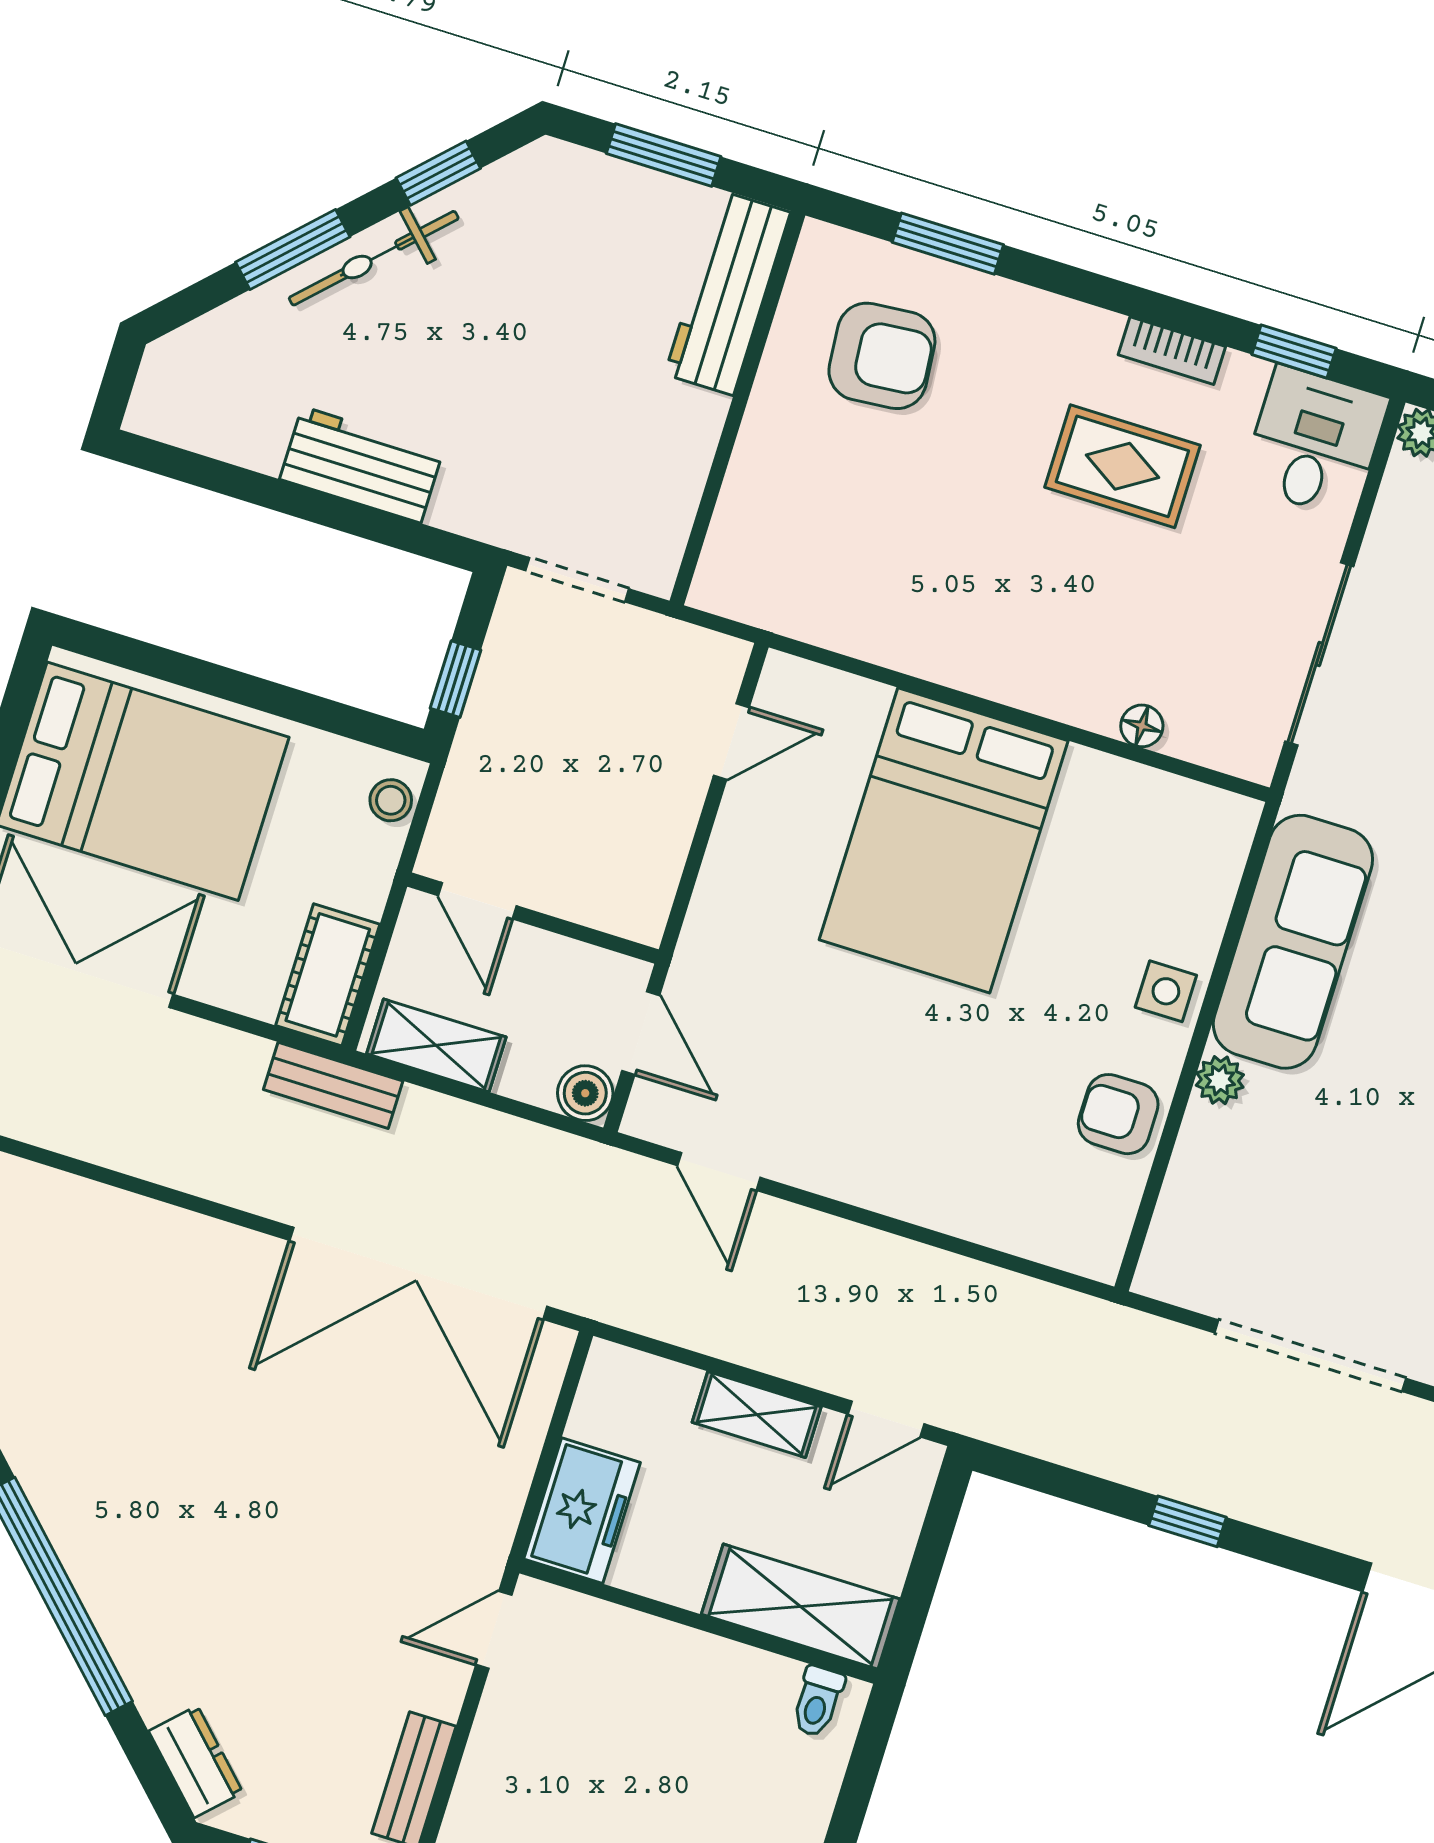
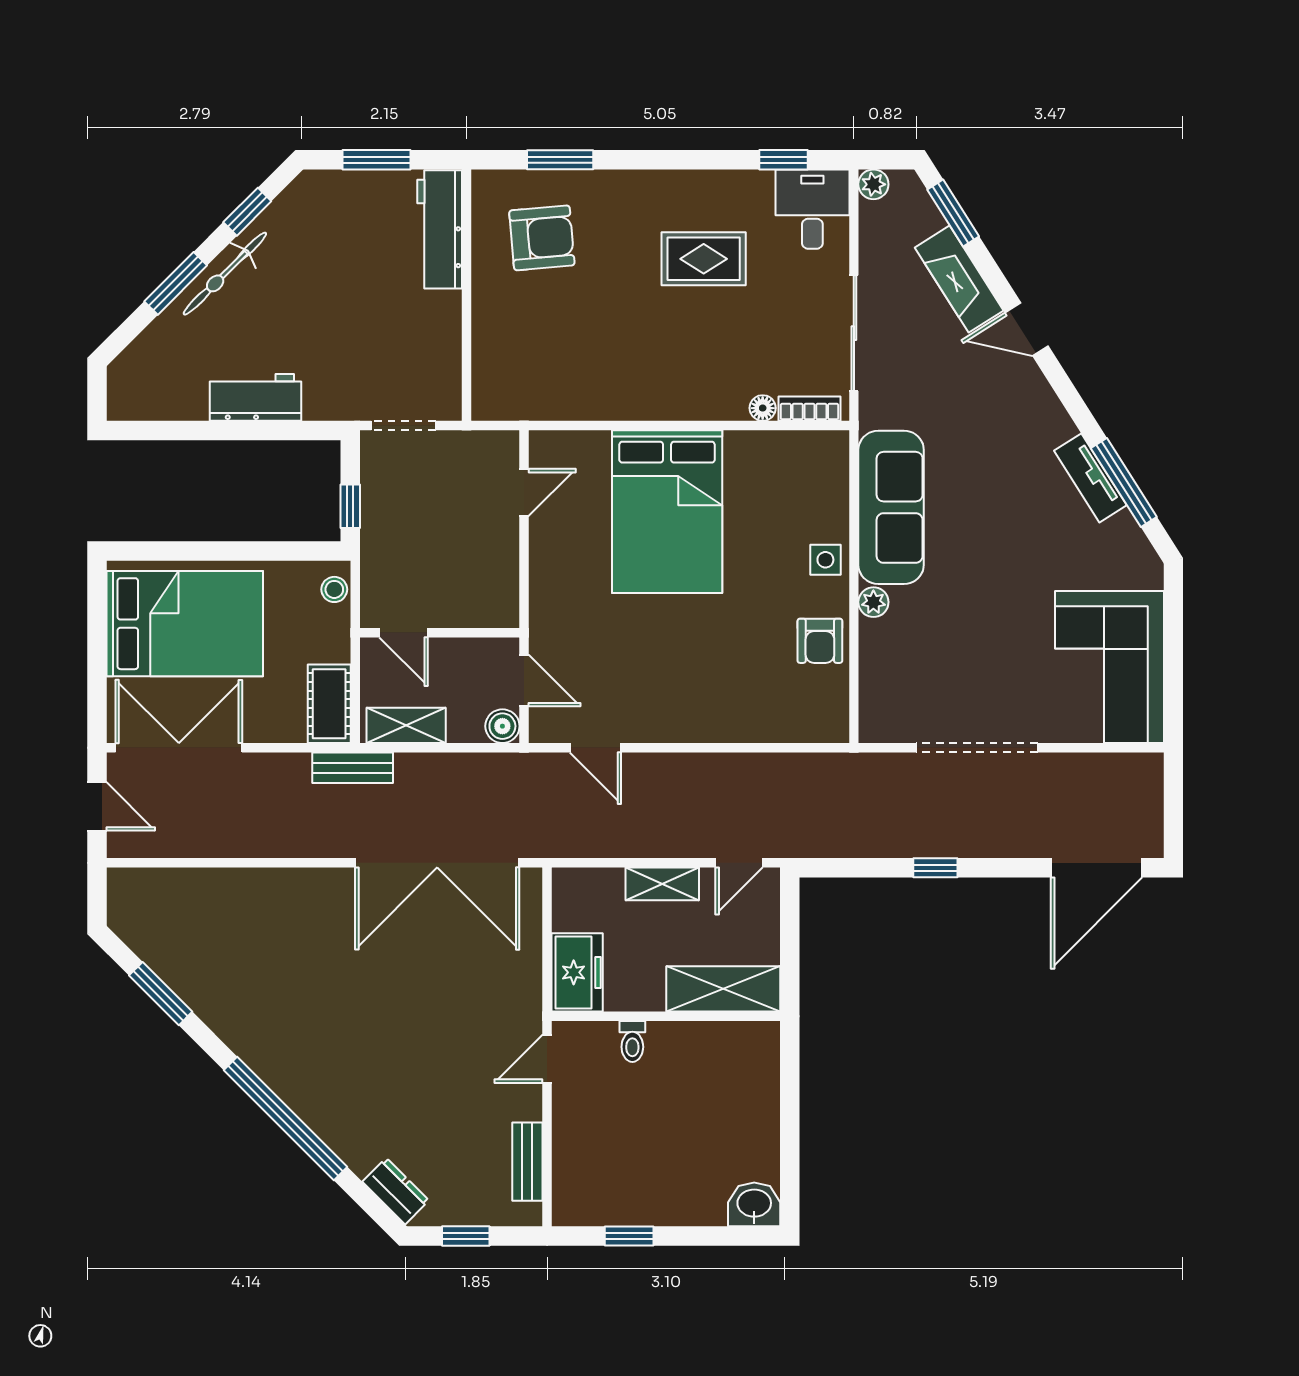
bookcase: (1172, 351) -> (810, 409), moved, turned 180
armchair: (1118, 1114) -> (820, 641), turned -90
toilet: (818, 1701) -> (632, 1041), moved

